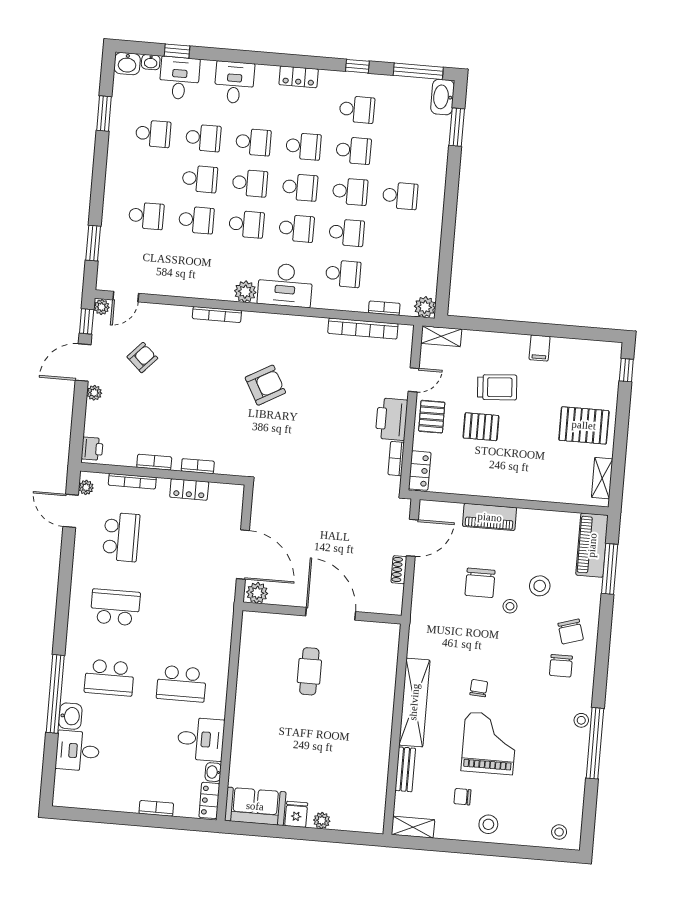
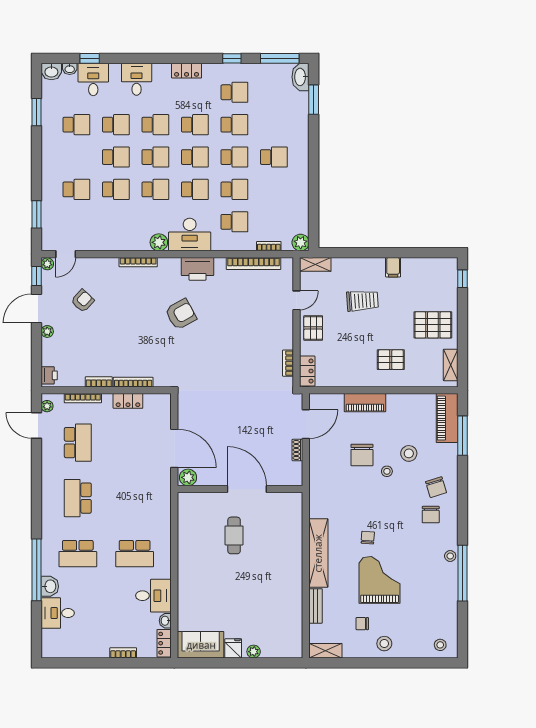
printer: (392, 419) -> (198, 269), moved, turned -90
pallet: (481, 427) -> (391, 360), moved
bookcase: (198, 466) -> (133, 382), width x1.56
school desk: (115, 607) -> (78, 498), turned -90

